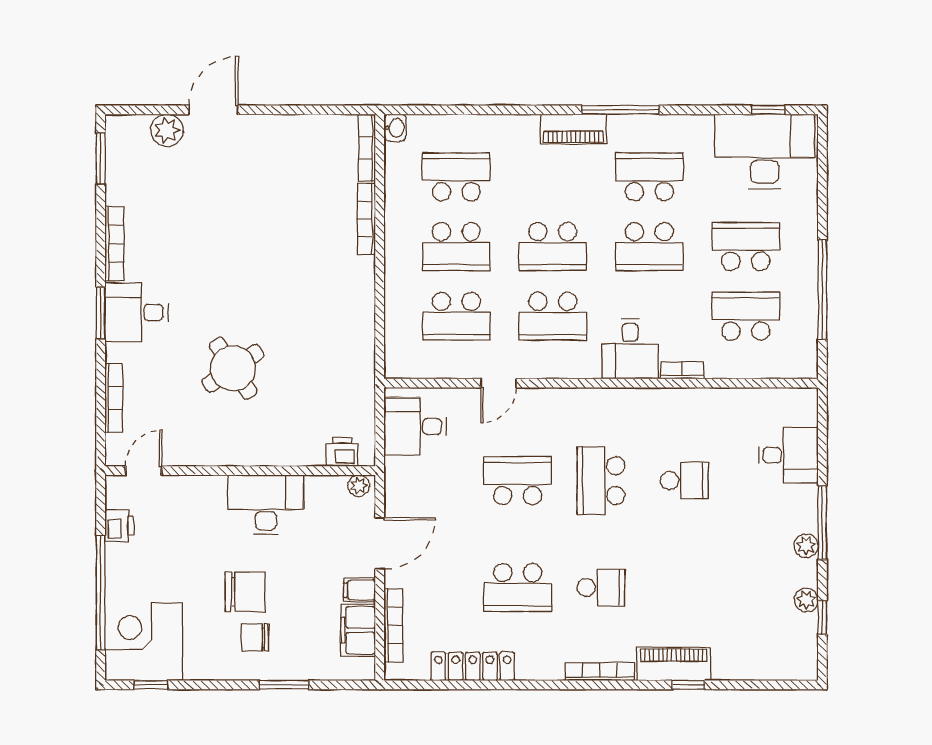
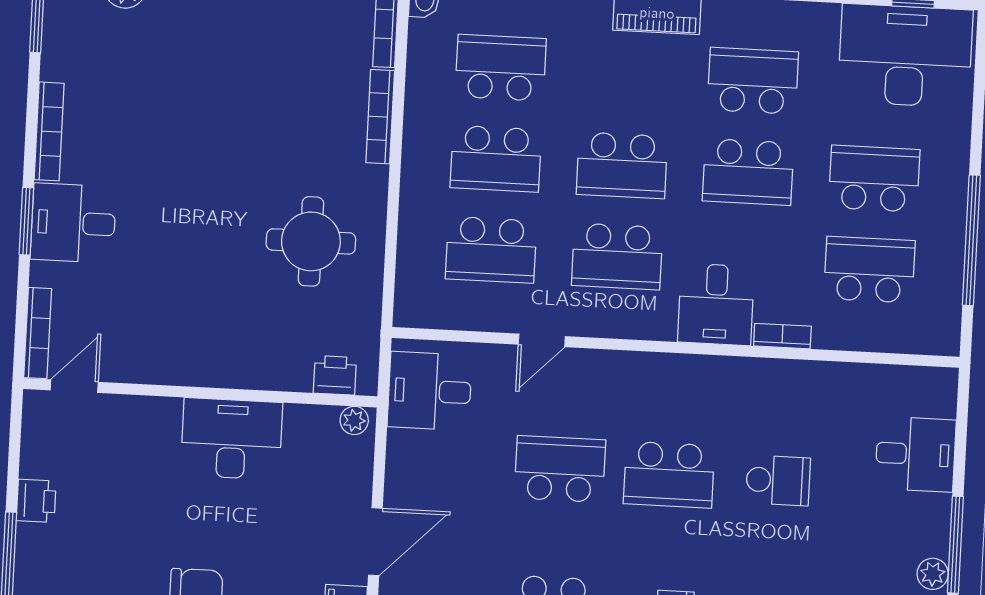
round table: (233, 368) -> (311, 241), moved, turned 34
printer: (342, 452) -> (335, 375), moved
door: (144, 471) -> (74, 386), moved
wall: (240, 471) -> (200, 393), moved
school desk: (601, 481) -> (669, 475), turned -90
plant: (359, 486) -> (354, 420), moved
desk: (266, 505) -> (232, 439), moved

